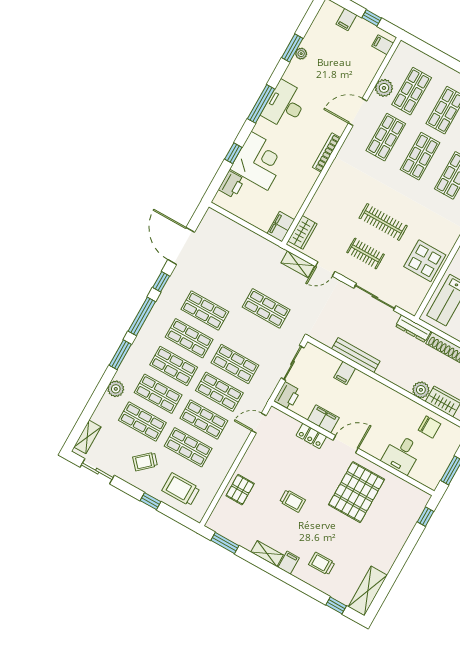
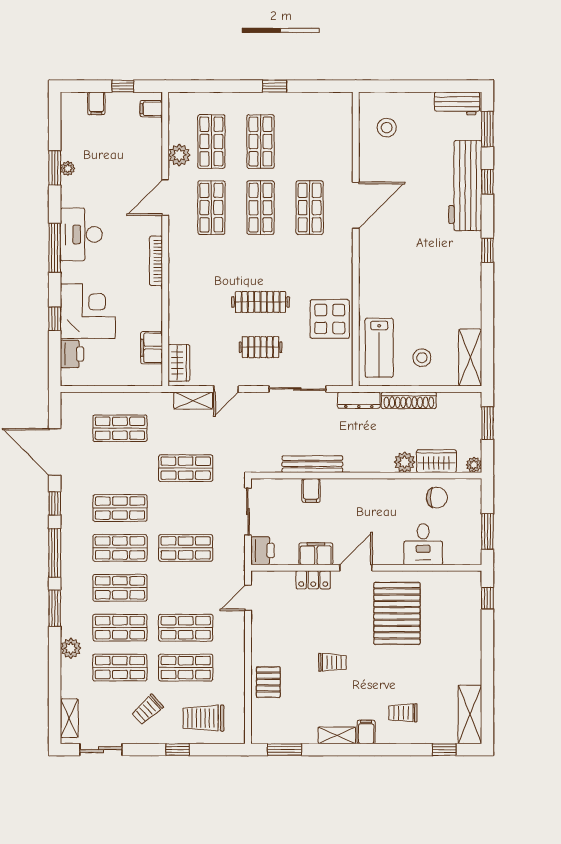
filing cabinet: (281, 227) -> (152, 348), moved
shop shelf: (219, 392) -> (120, 428), moved

